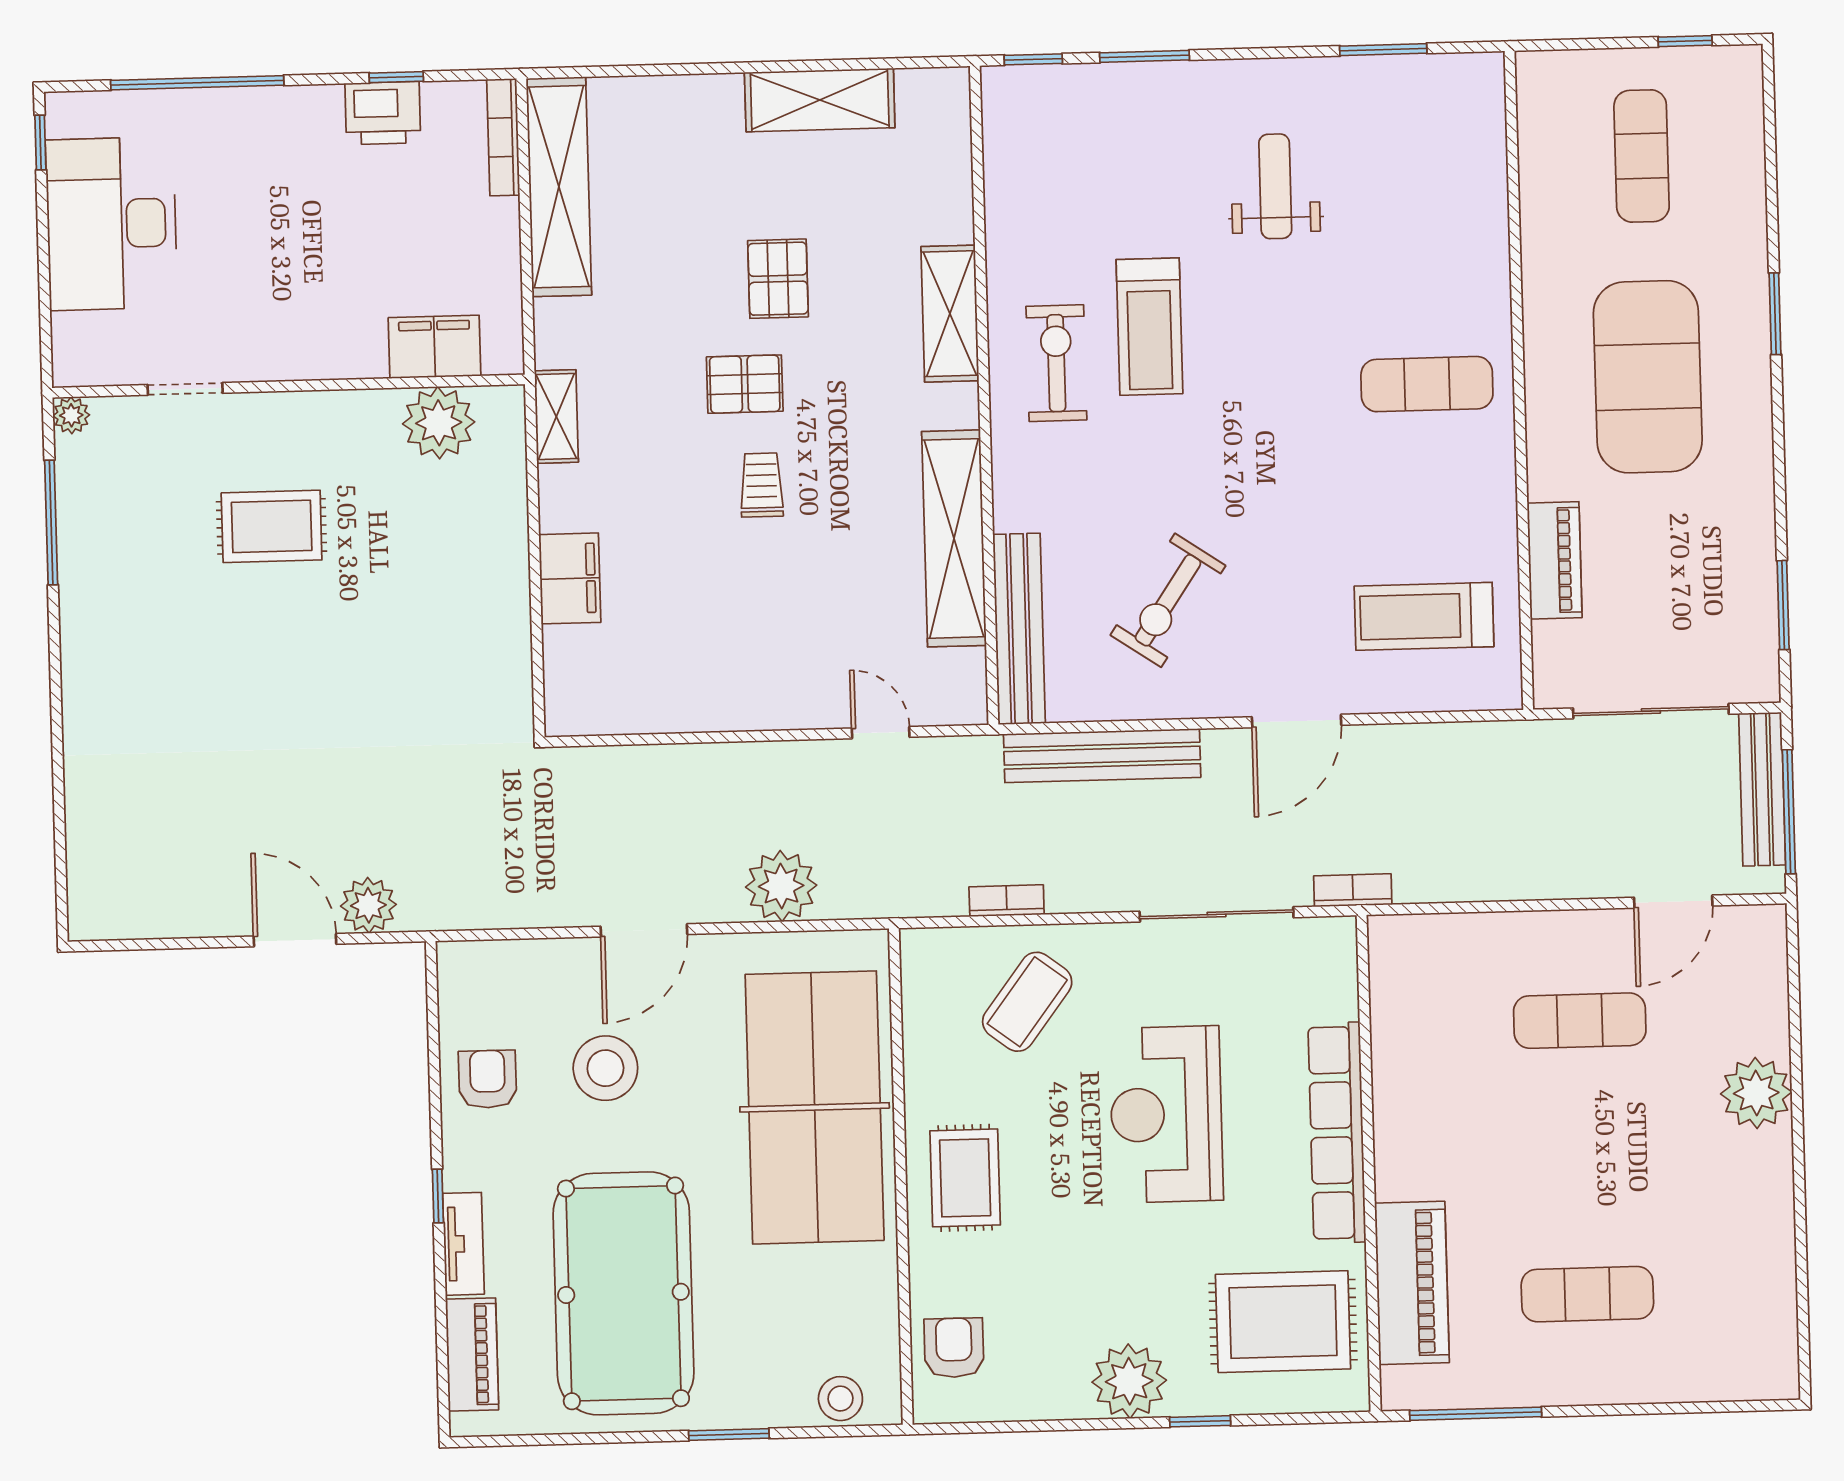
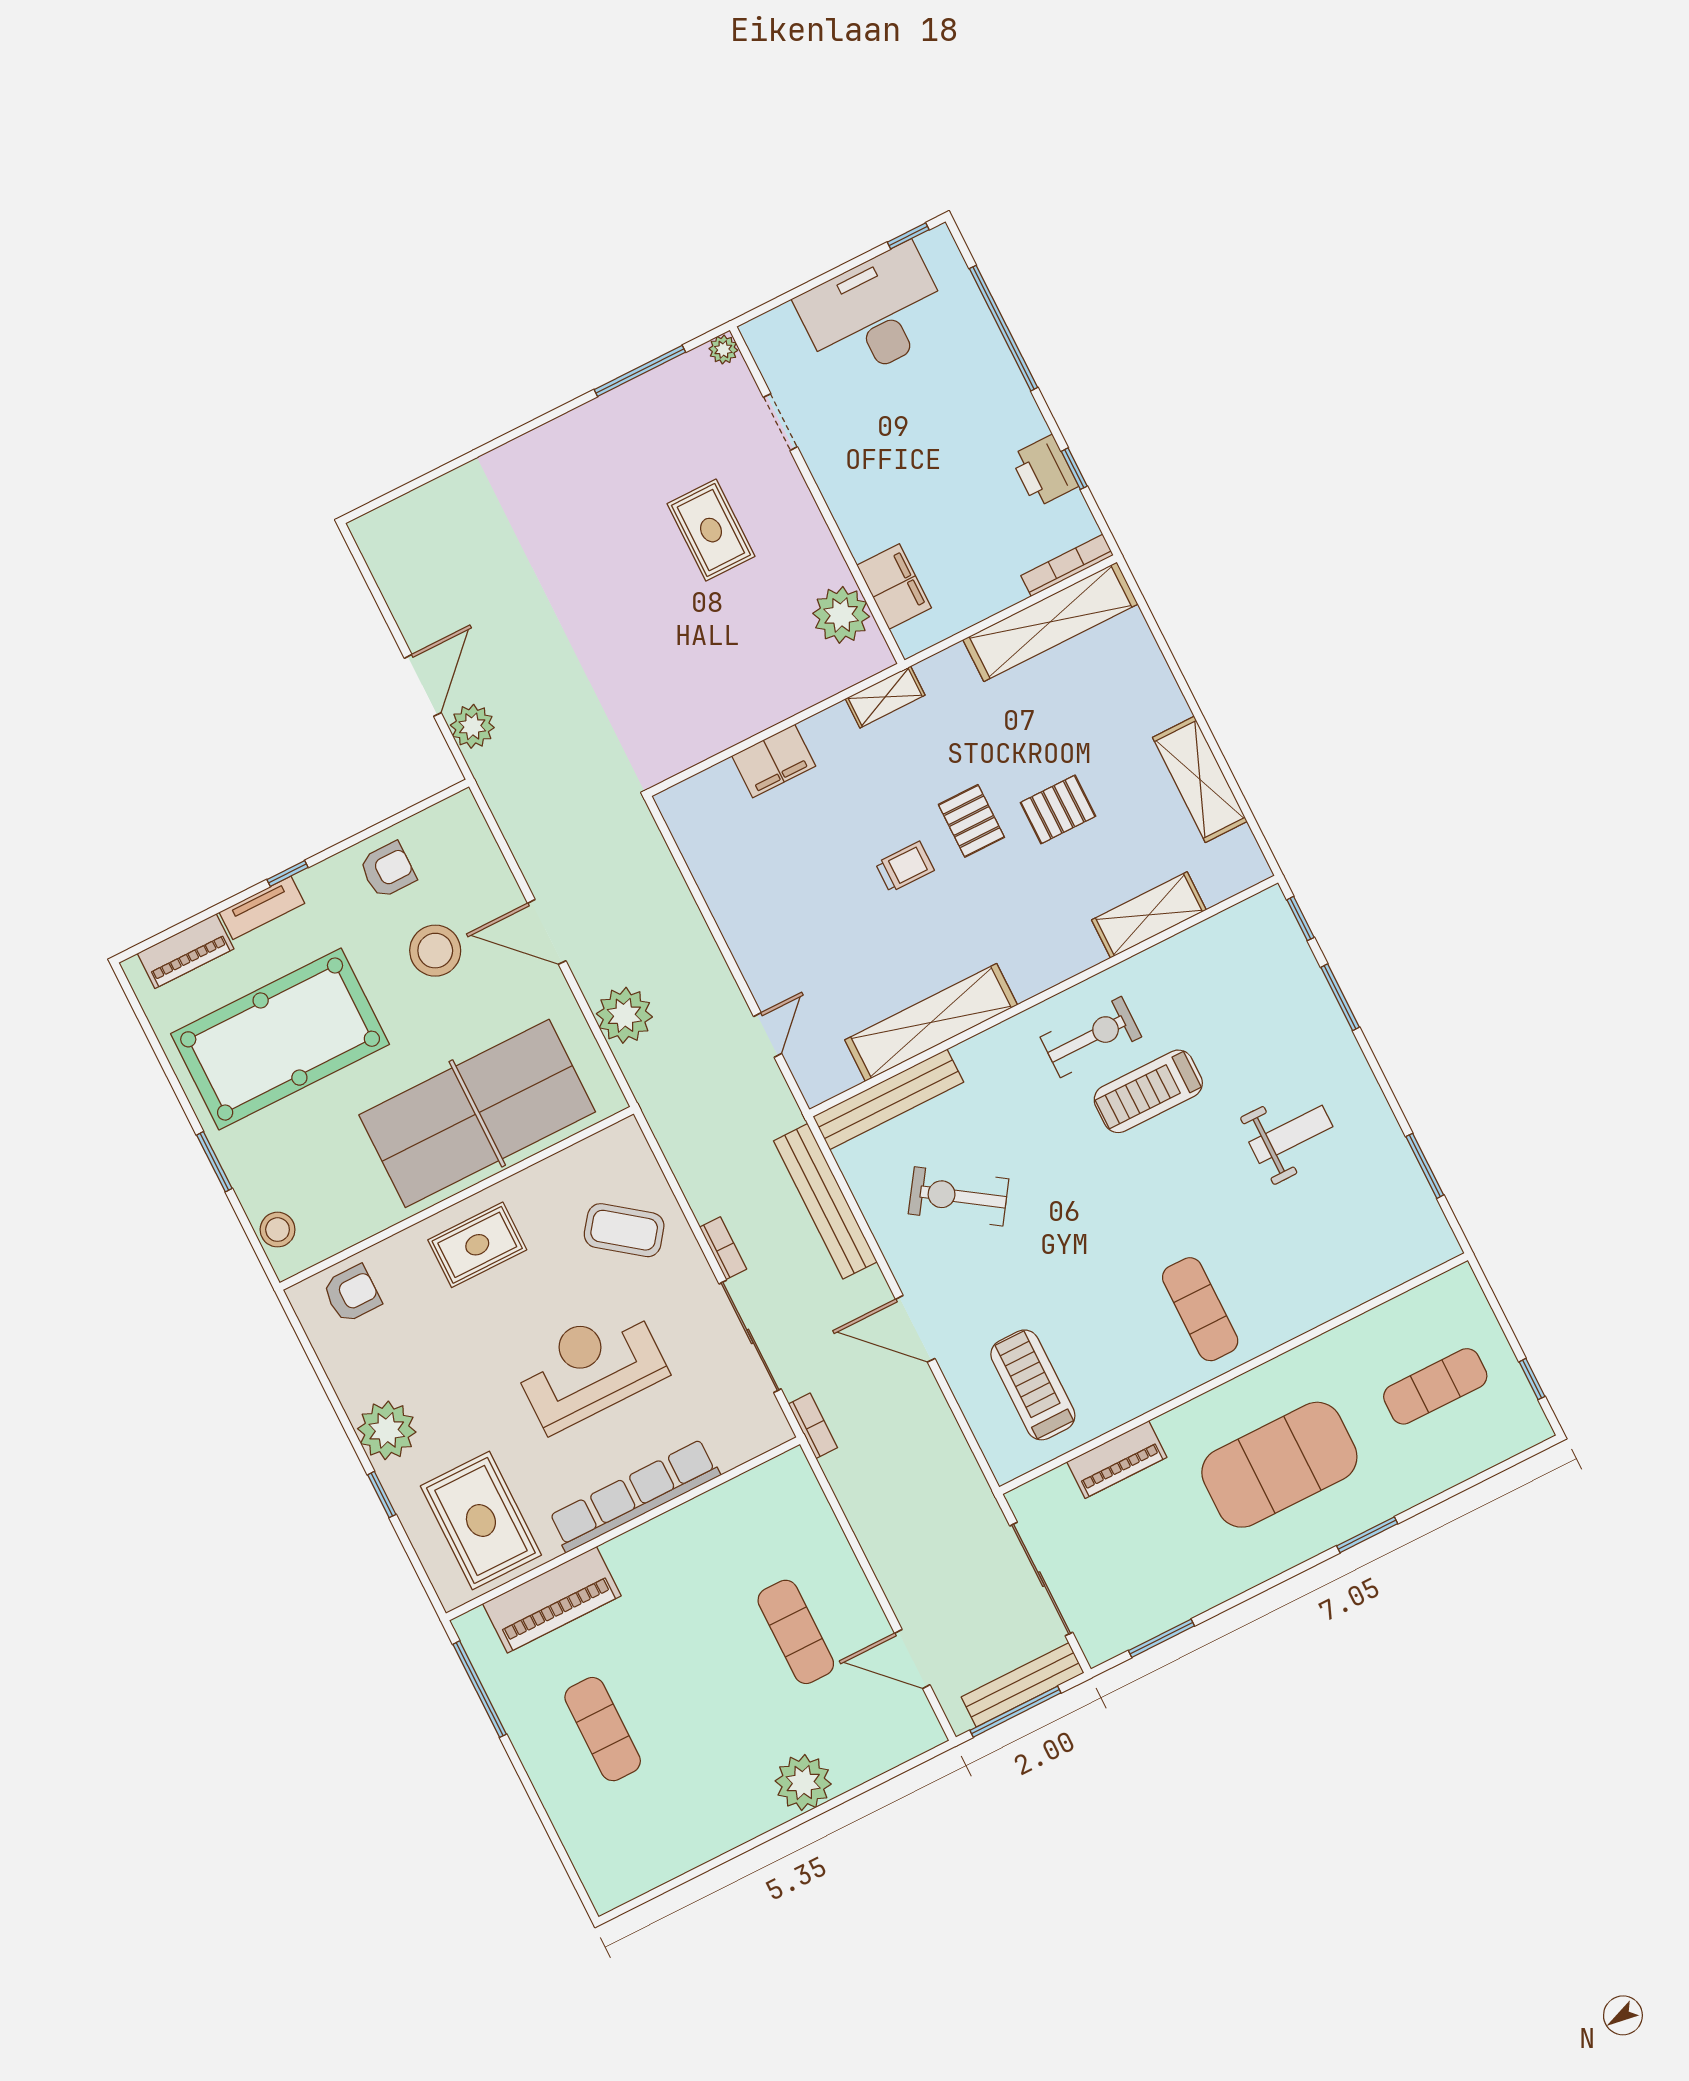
shelving: (950, 314) -> (1149, 915), moved
bookcase: (1007, 901) -> (723, 1248), moved

